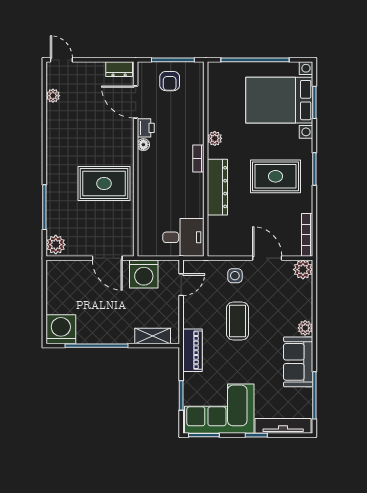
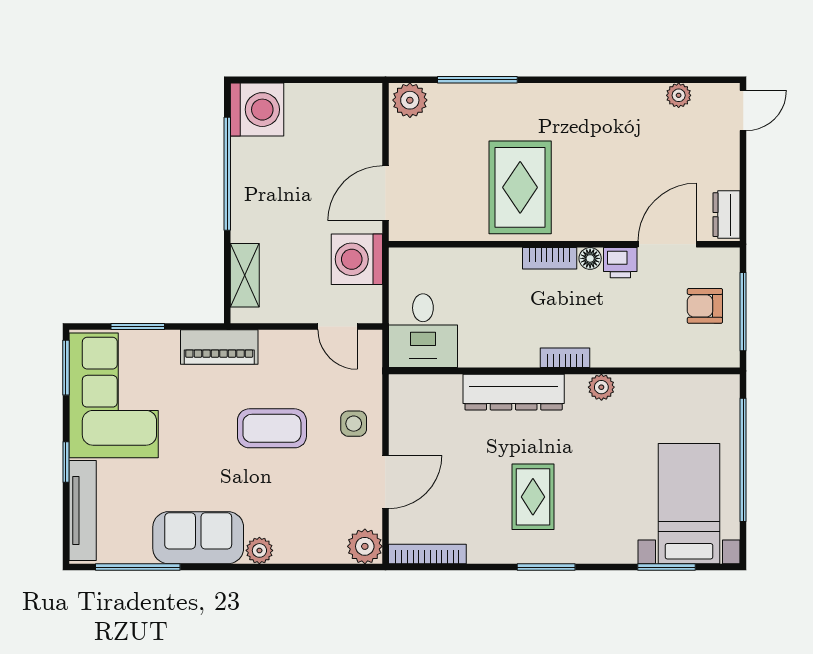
bed with nightstands: (279, 100) -> (689, 504), width x0.73
bookcase: (143, 167) -> (550, 258), added
rug: (275, 176) -> (533, 497), width x0.73, depth x0.70

